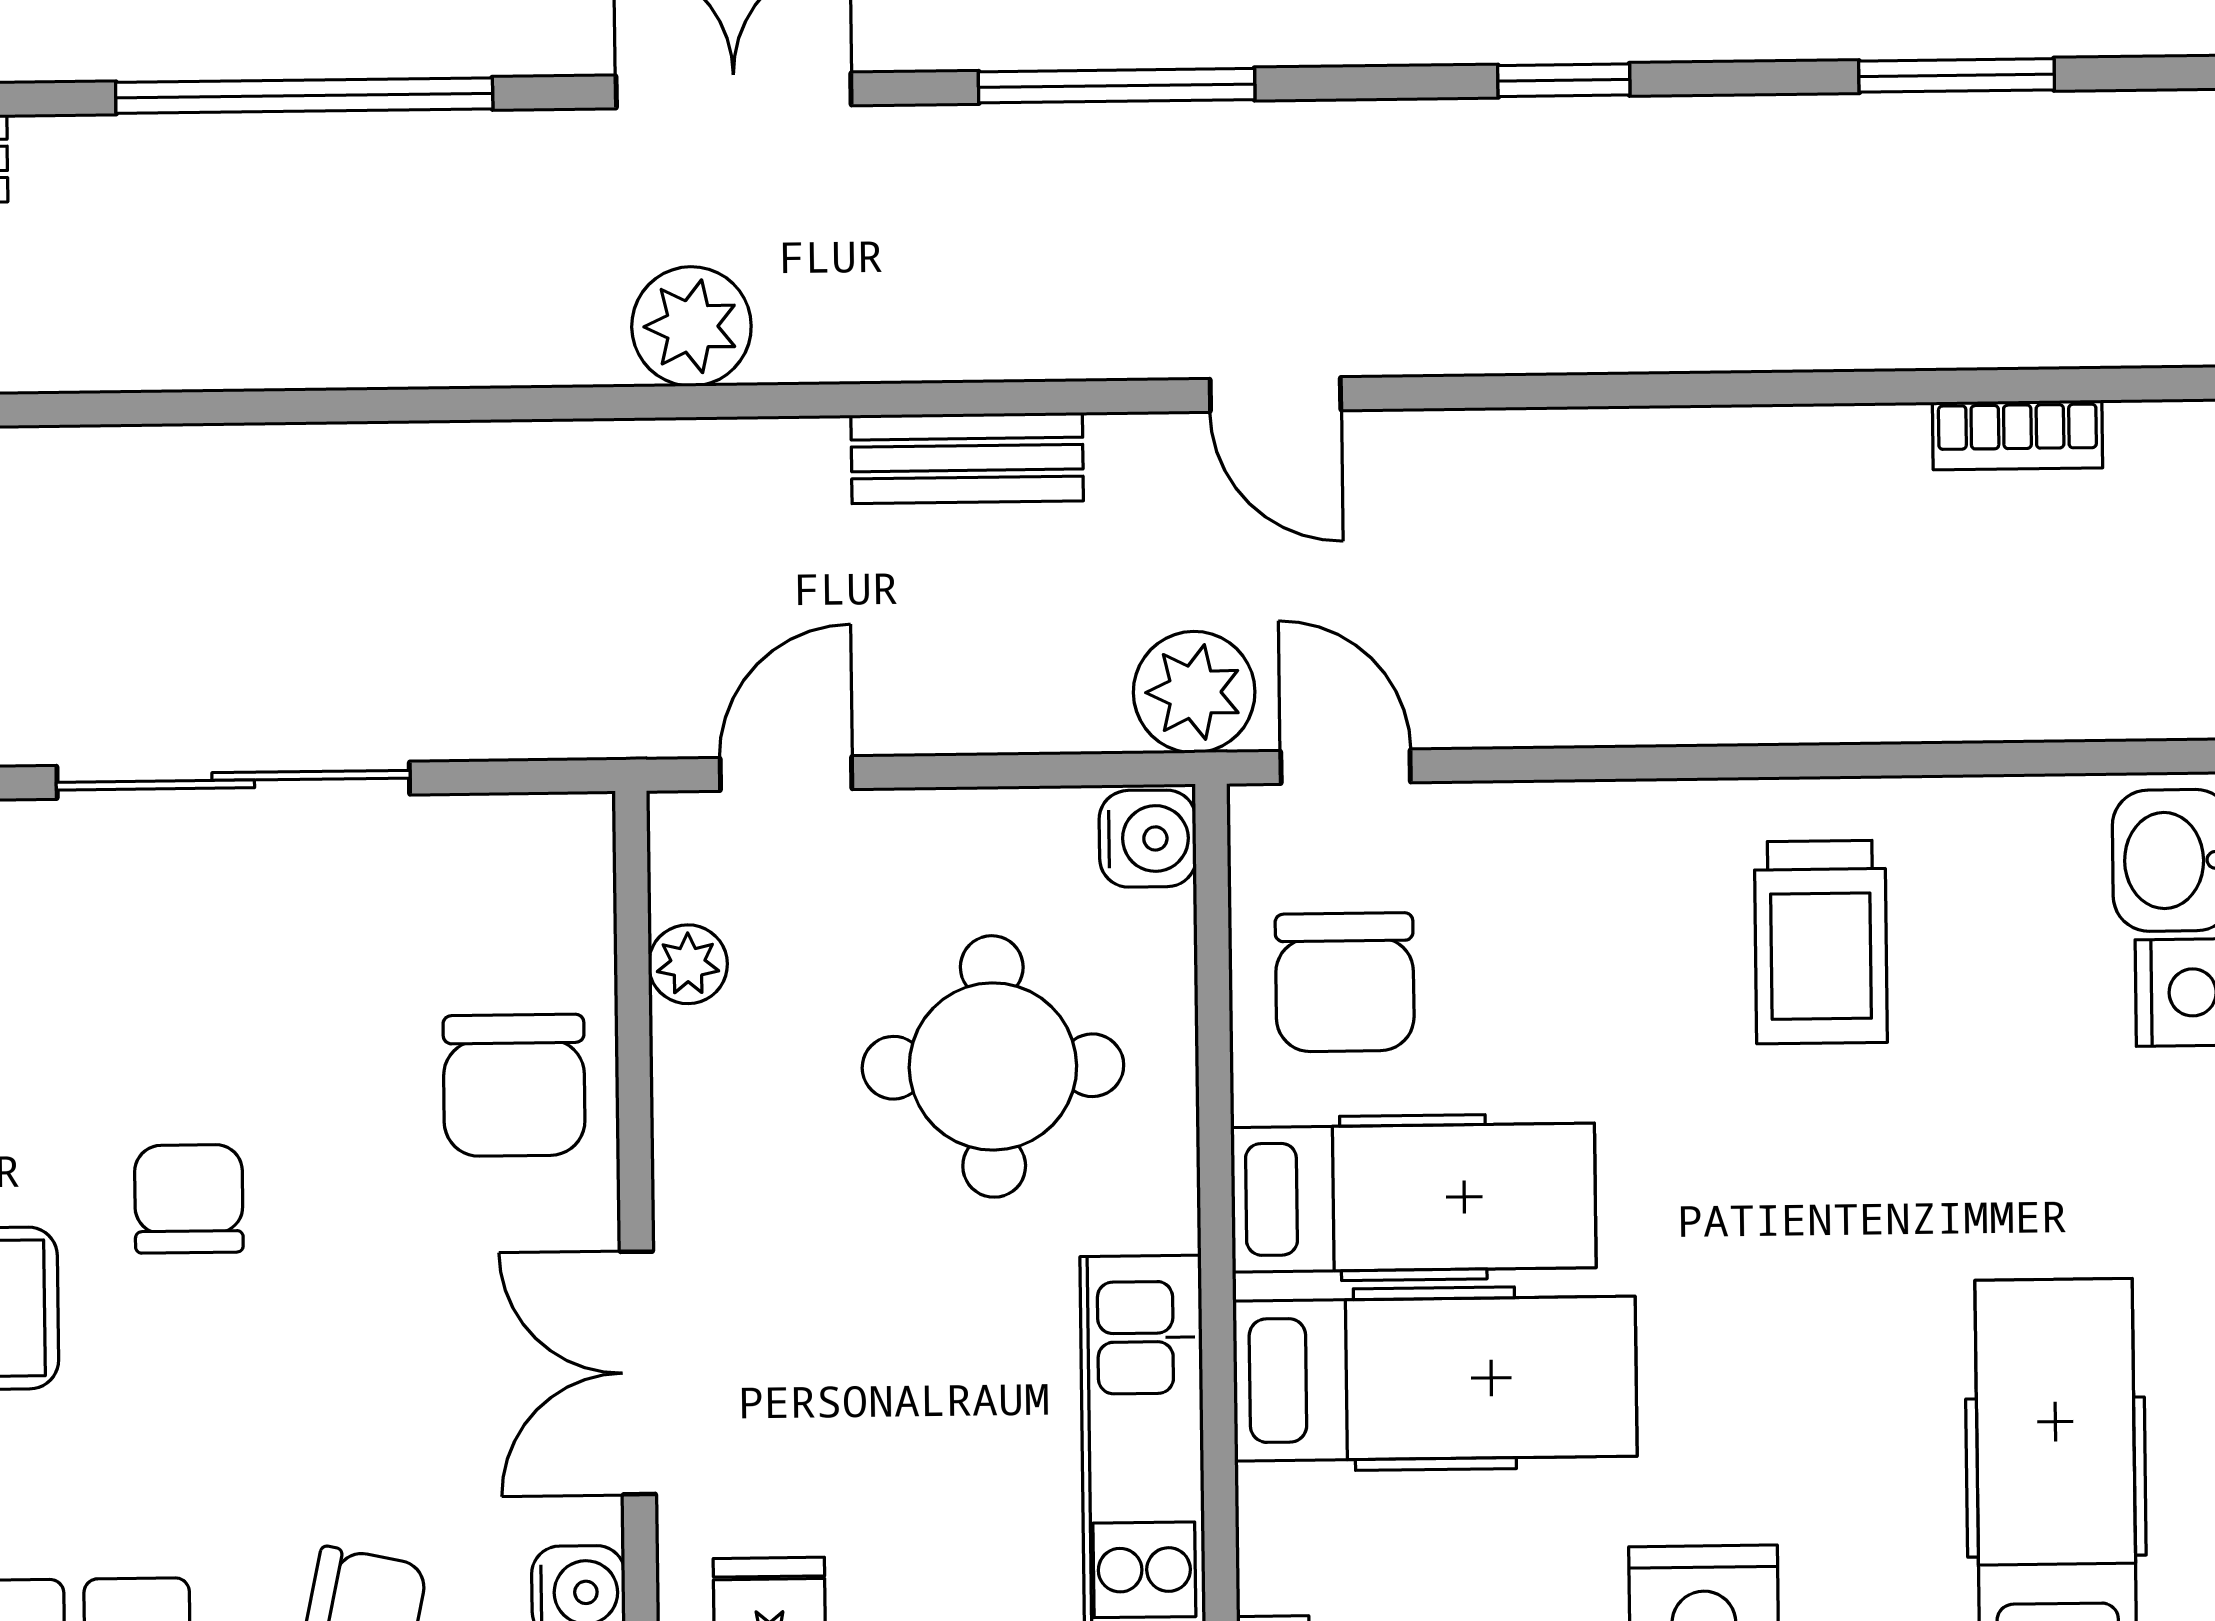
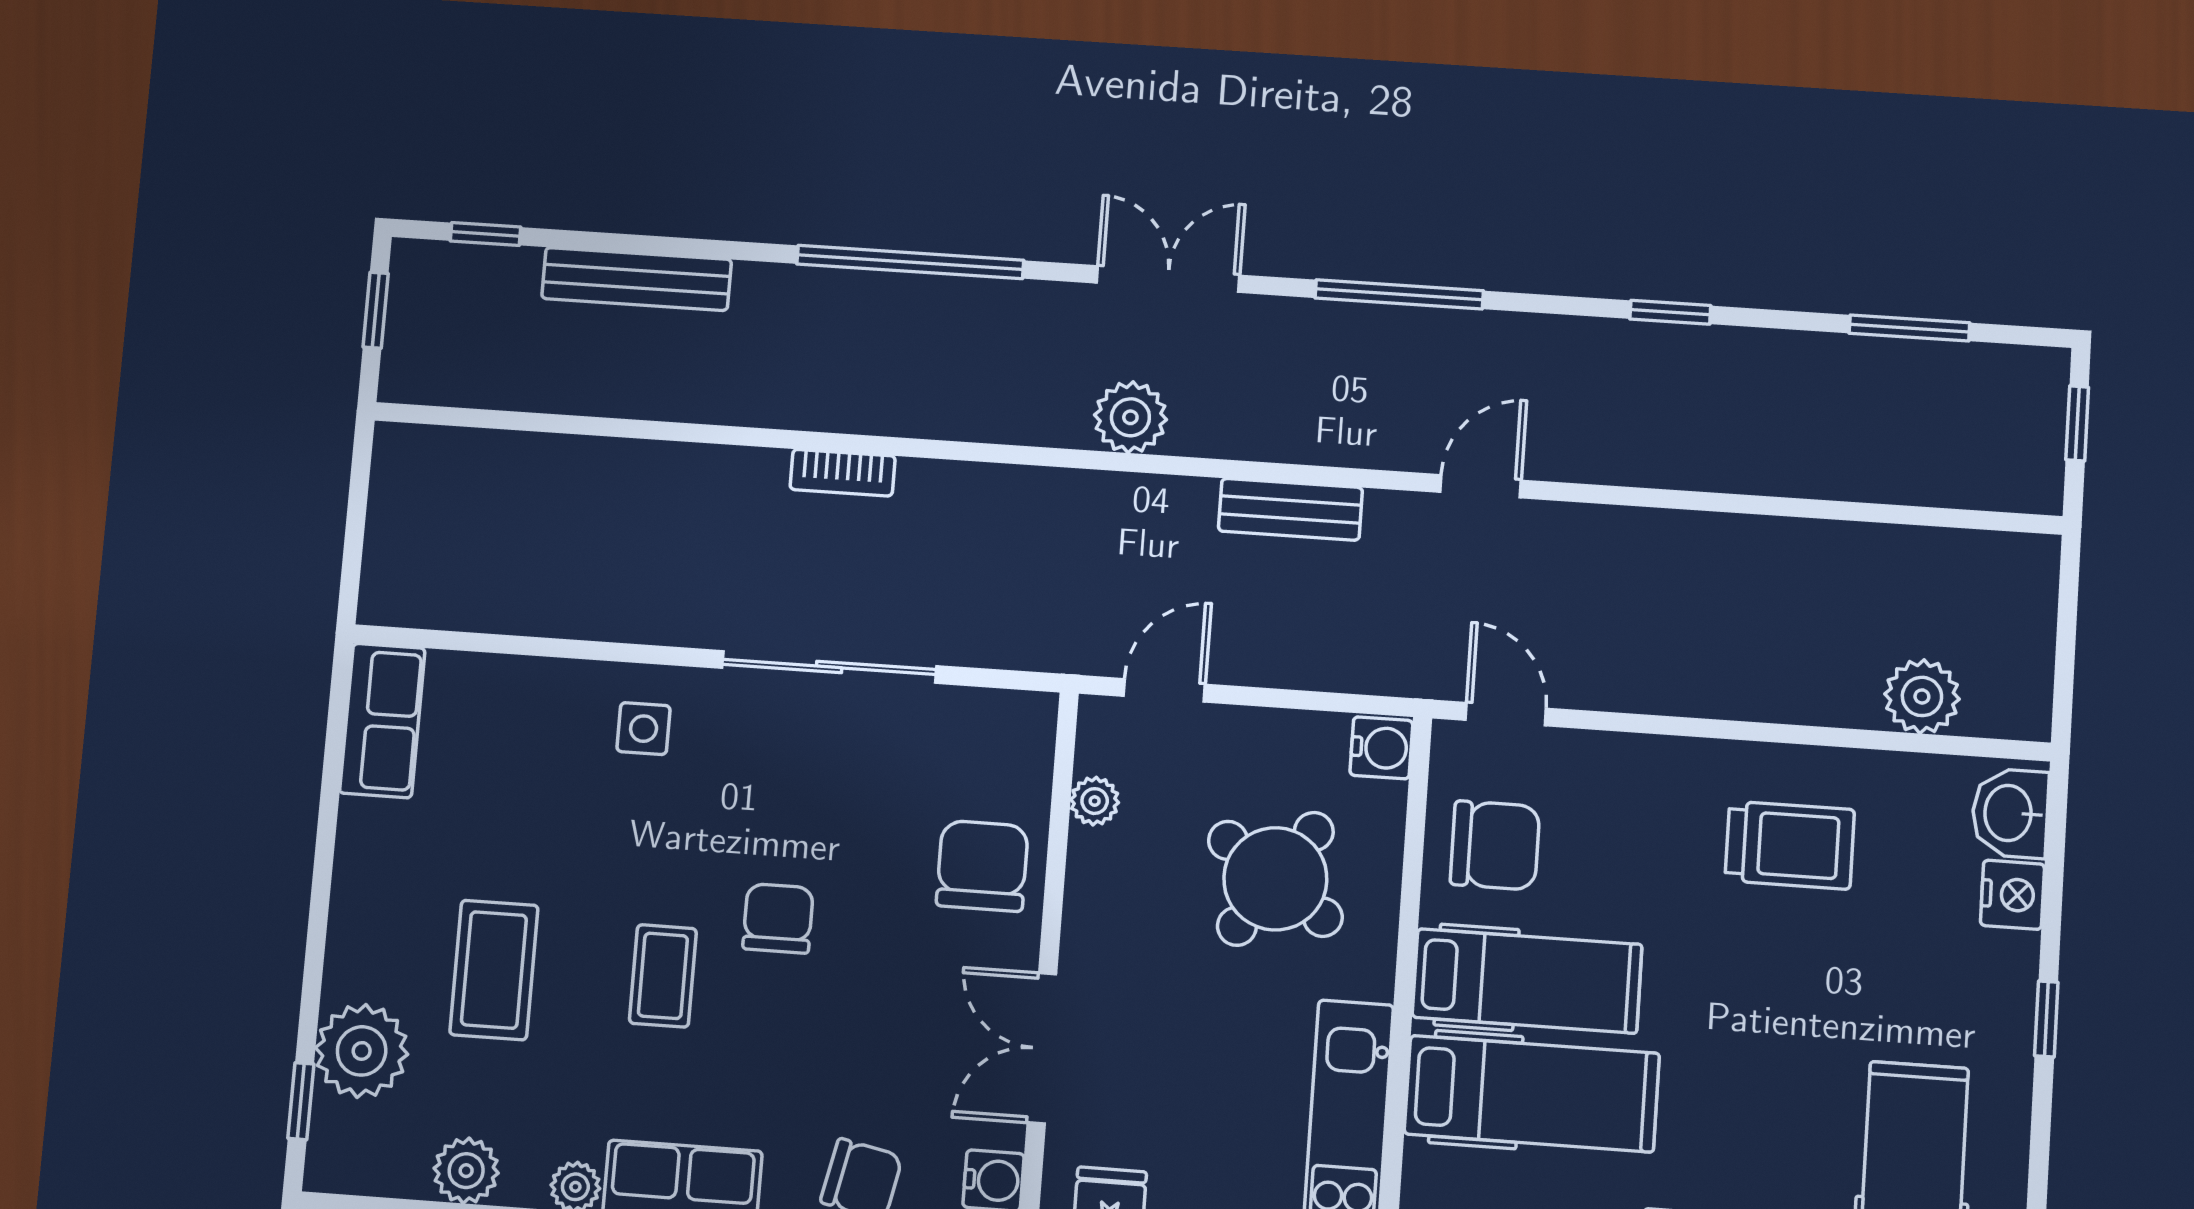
door: (1275, 395) -> (1481, 486), swing flipped
bookcase: (2018, 435) -> (843, 473), moved
plant: (1194, 692) -> (1922, 696), moved
trolley: (1821, 942) -> (1790, 845), turned -90
chair: (1345, 982) -> (1495, 845), turned -90
round table: (993, 1066) -> (1275, 879), turned 35
chair: (514, 1085) -> (982, 866), turned 180

